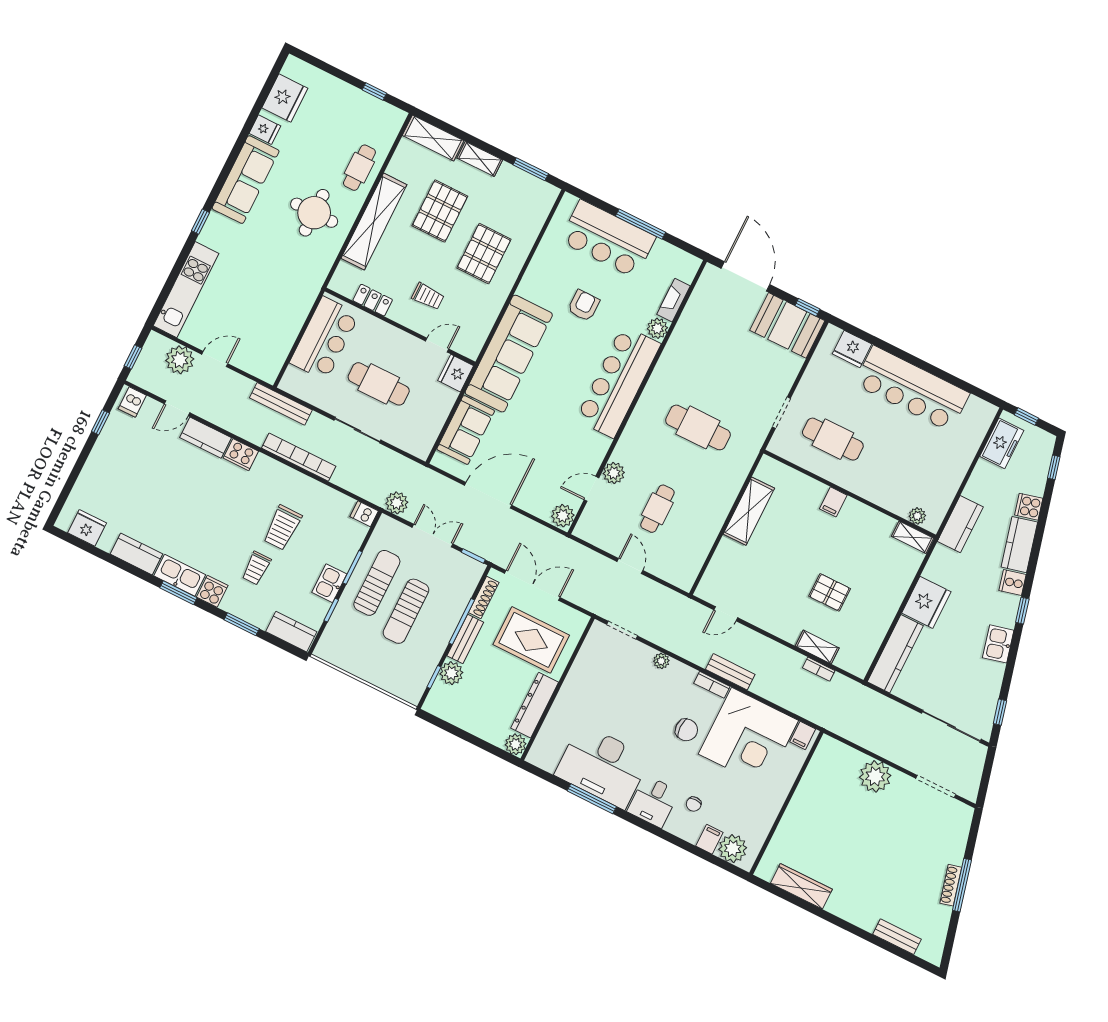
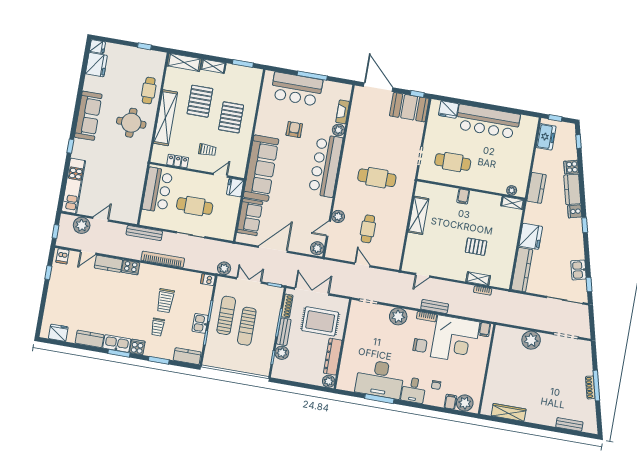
fridge: (265, 130) -> (97, 47), moved
kitchen sink: (998, 644) -> (579, 270), moved
plant: (661, 661) -> (398, 316), width x1.87, depth x1.87

